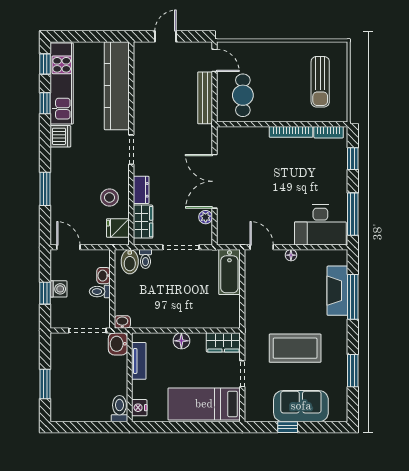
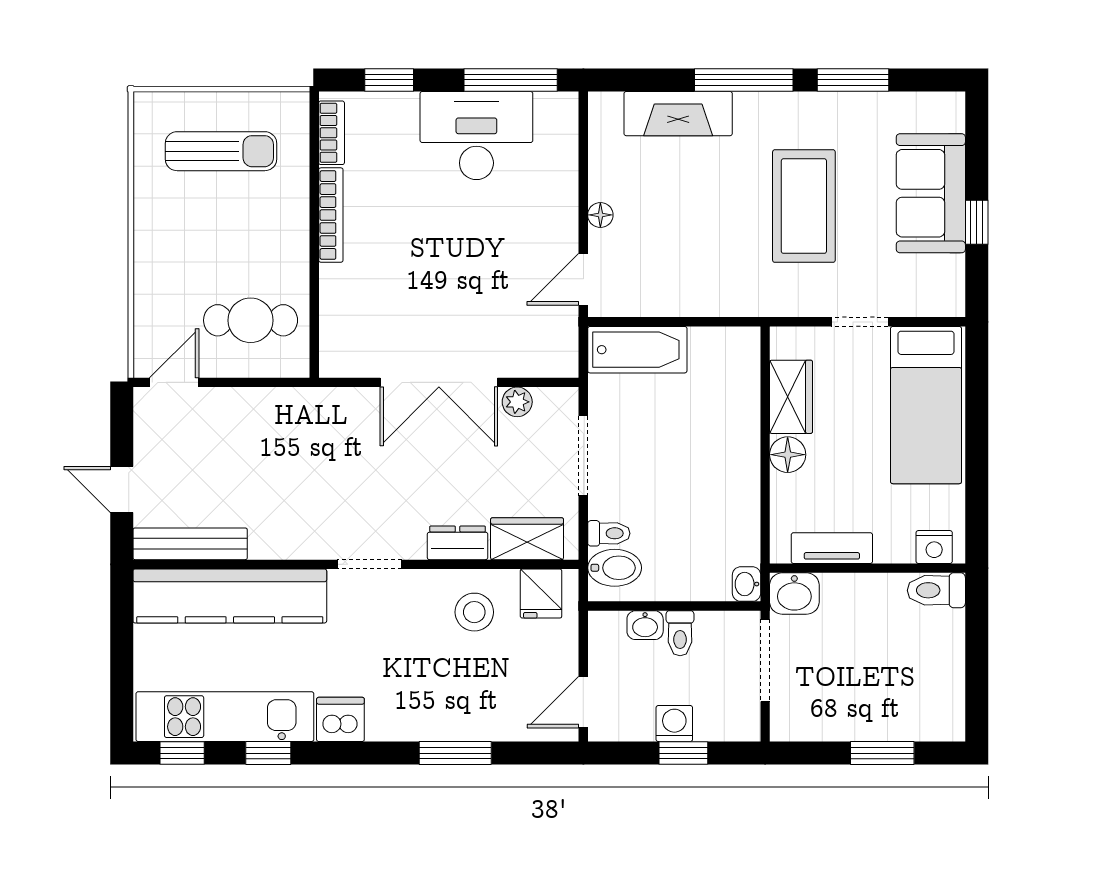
bench: (205, 98) -> (190, 544), moved
desk: (320, 225) -> (476, 136), moved, turned -90
window: (353, 297) -> (744, 80), moved
wardrobe: (223, 342) -> (791, 397), moved

